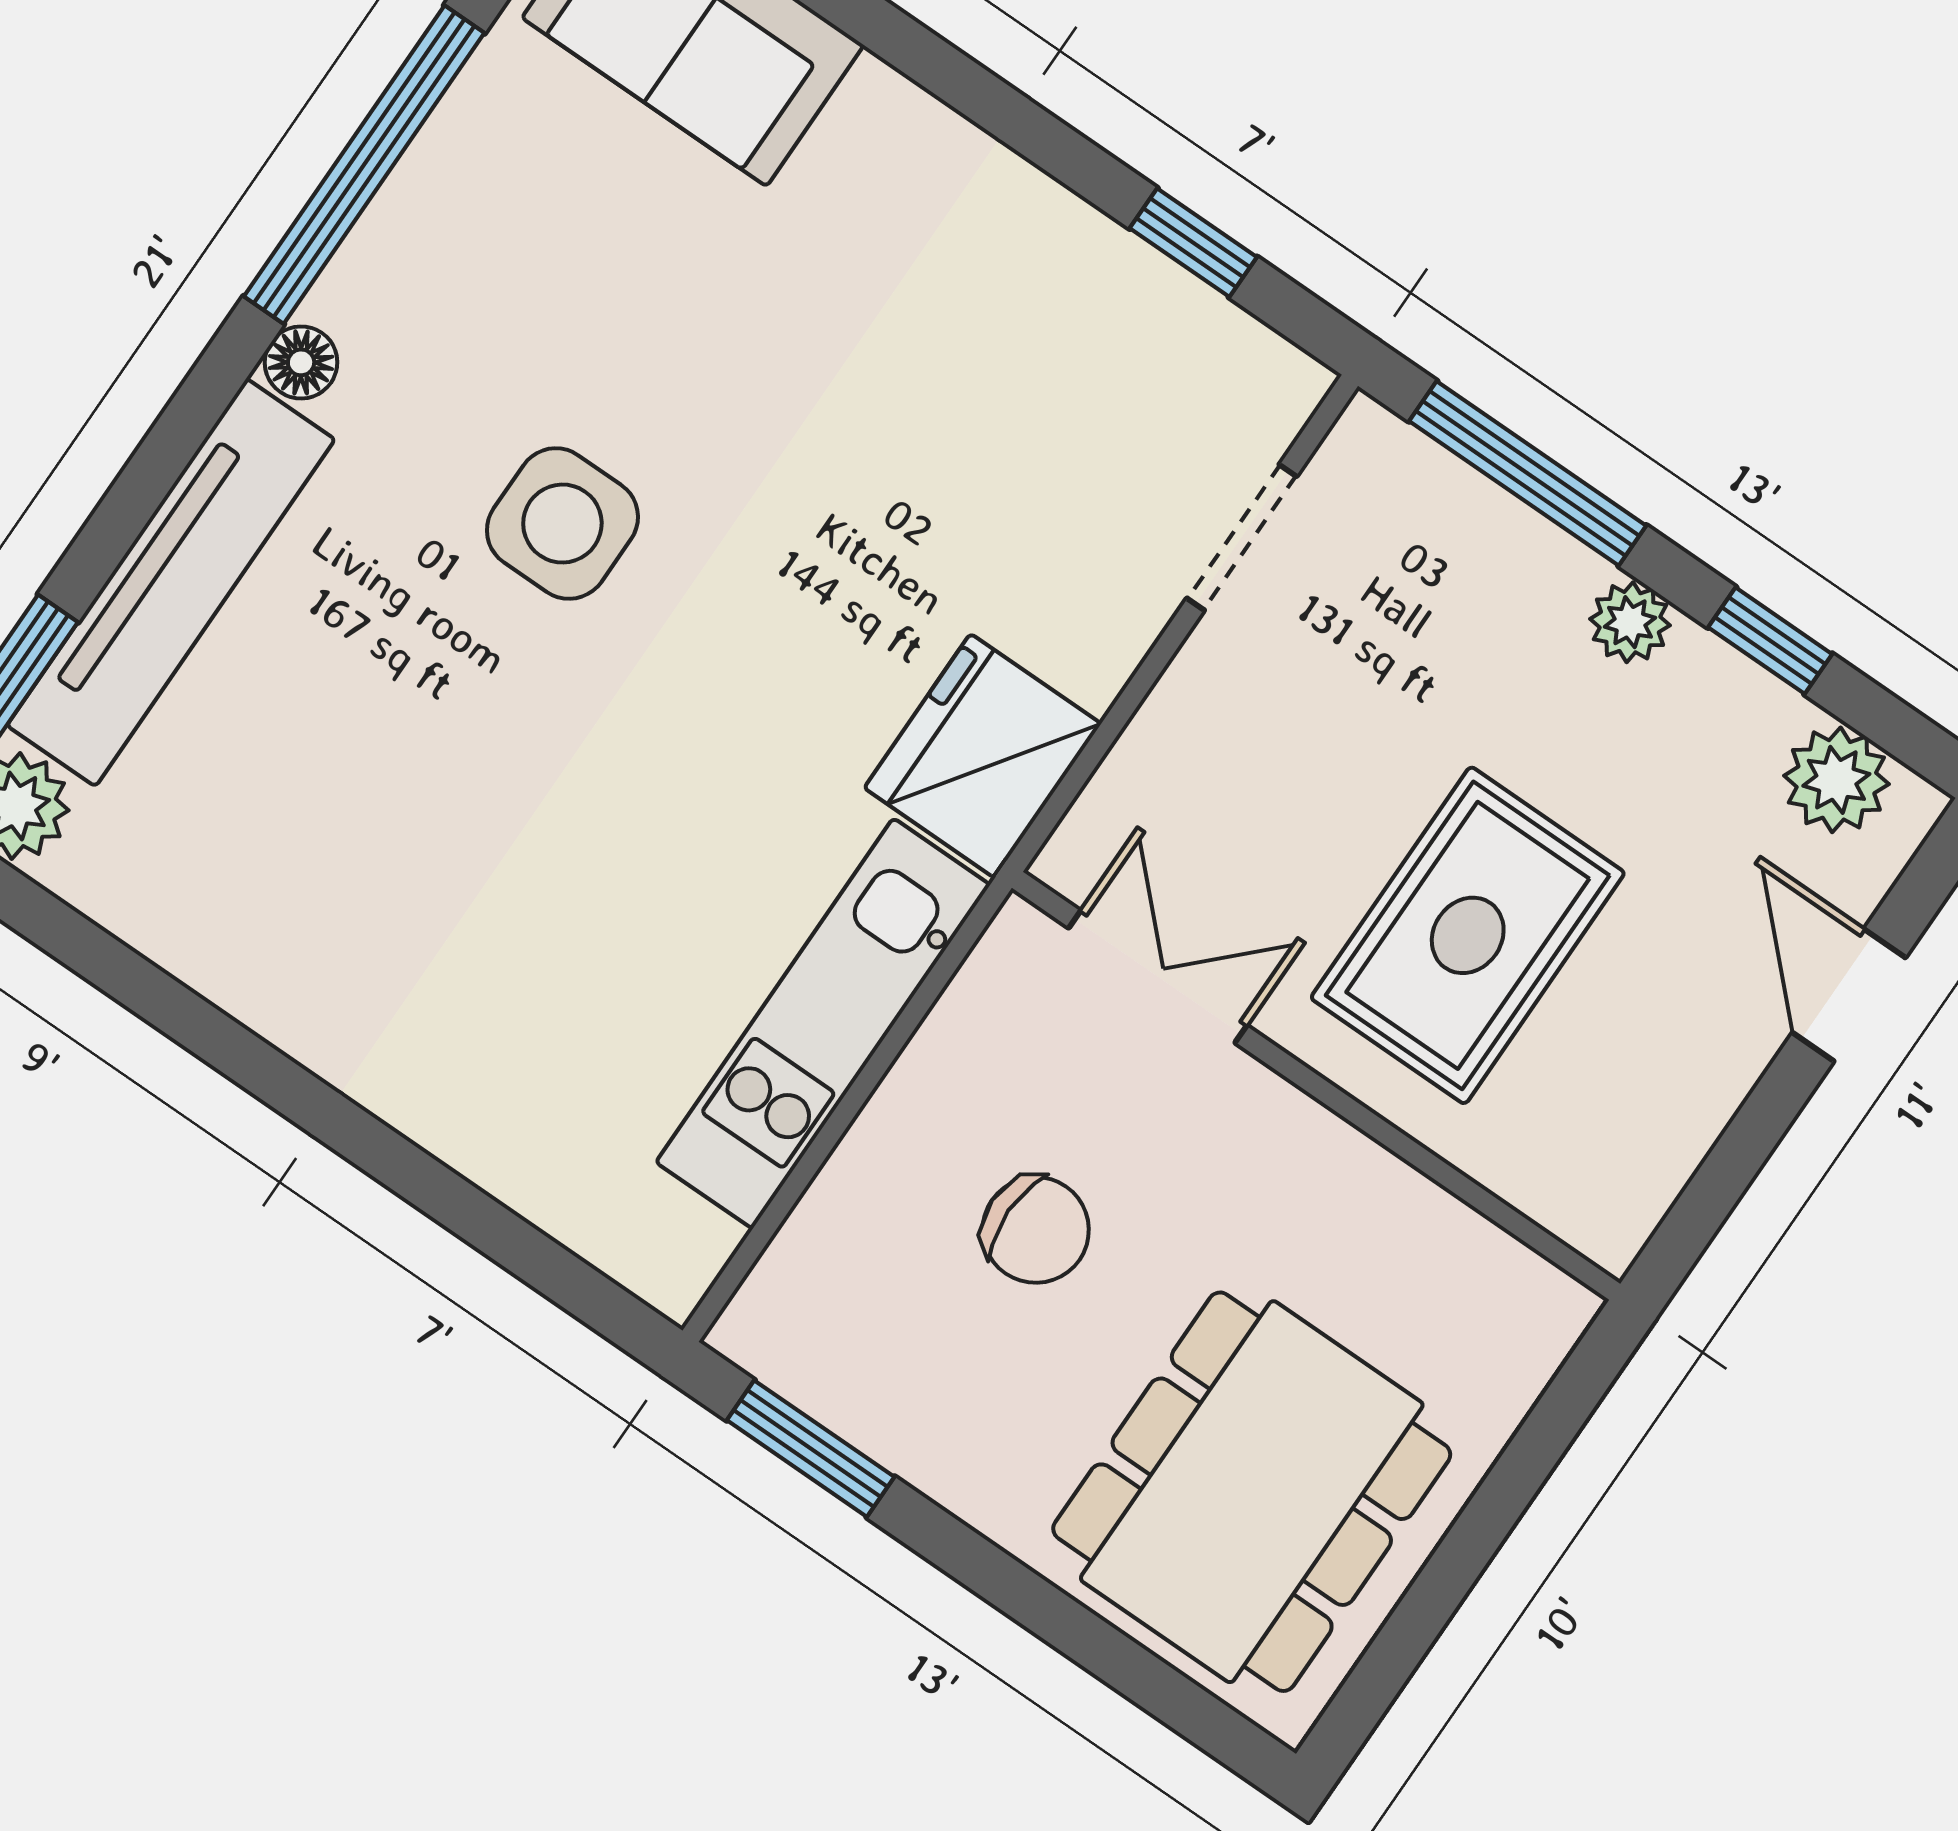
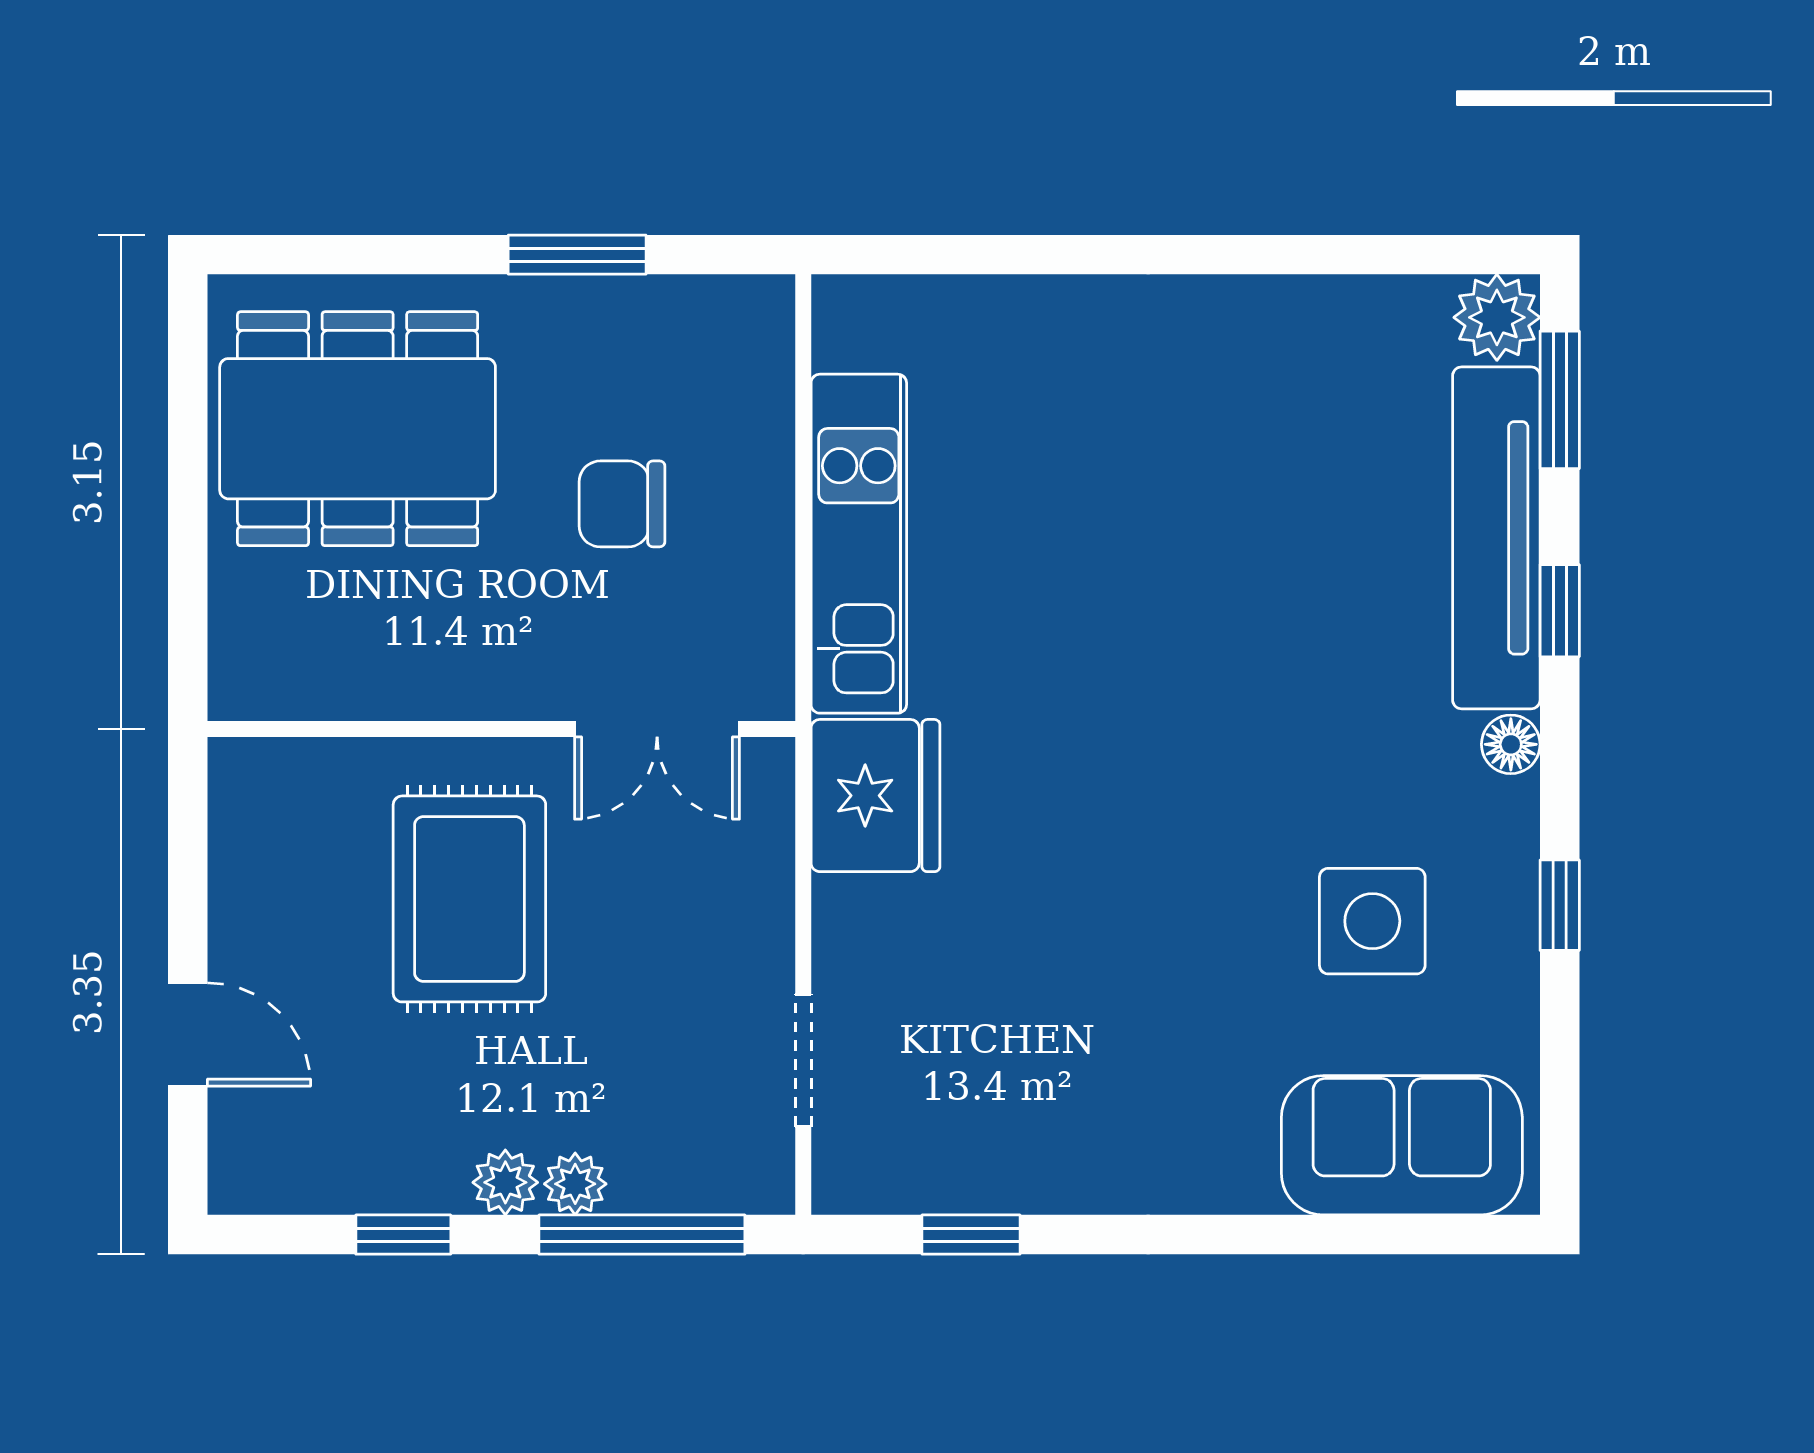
window: (364, 165) -> (1560, 905), width x0.32
window: (158, 464) -> (1560, 611), added
side table: (562, 524) -> (1372, 921), moved
plant: (1836, 780) -> (575, 1184), moved, width x0.73, depth x0.73
window: (811, 1449) -> (577, 255), moved
dining table: (1252, 1492) -> (358, 429), turned 90

